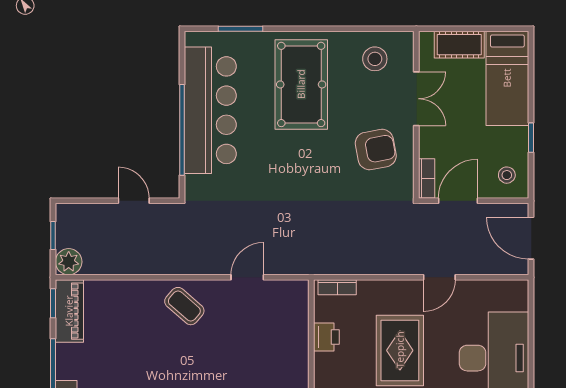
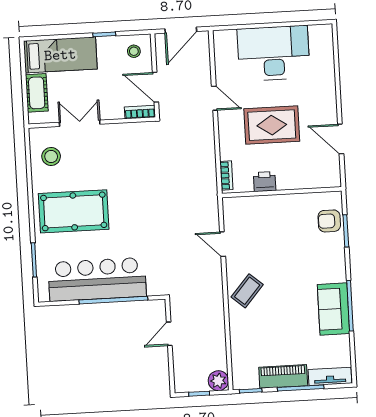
armchair: (376, 150) -> (120, 152), removed
piano: (69, 311) -> (283, 376), moved

